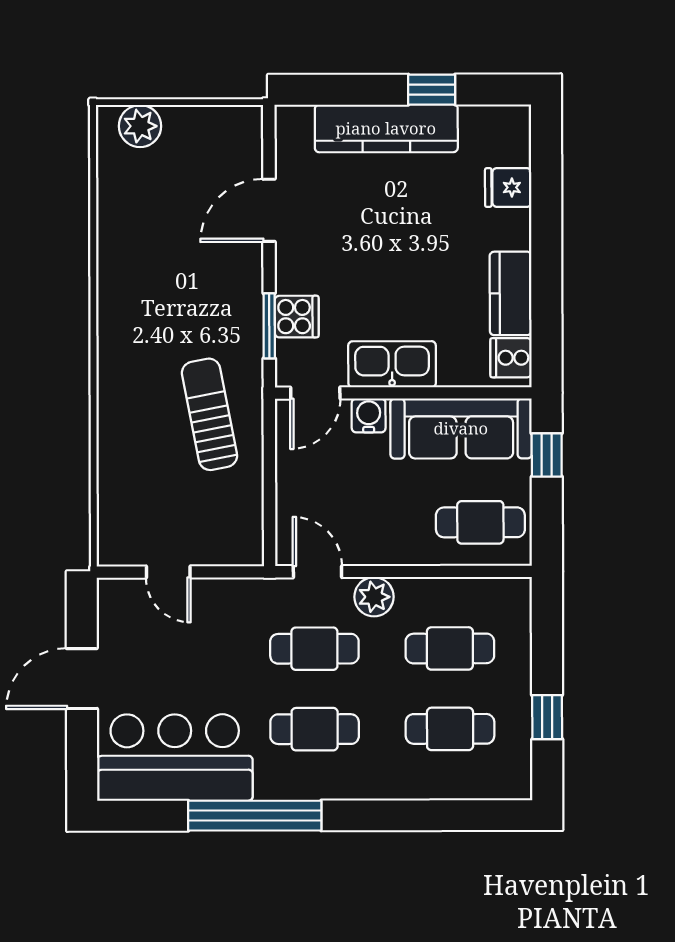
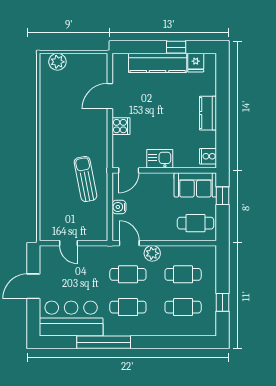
fridge: (508, 187) -> (196, 63), moved, turned -90
kitchen counter: (511, 293) -> (208, 113), moved
cooker: (297, 317) -> (121, 126), moved
window: (269, 326) -> (110, 143), removed
kitchen sink: (392, 364) -> (160, 159), width x0.73
water cooler: (369, 415) -> (119, 207), moved, turned -90
sofa: (461, 428) -> (195, 185), width x0.73

